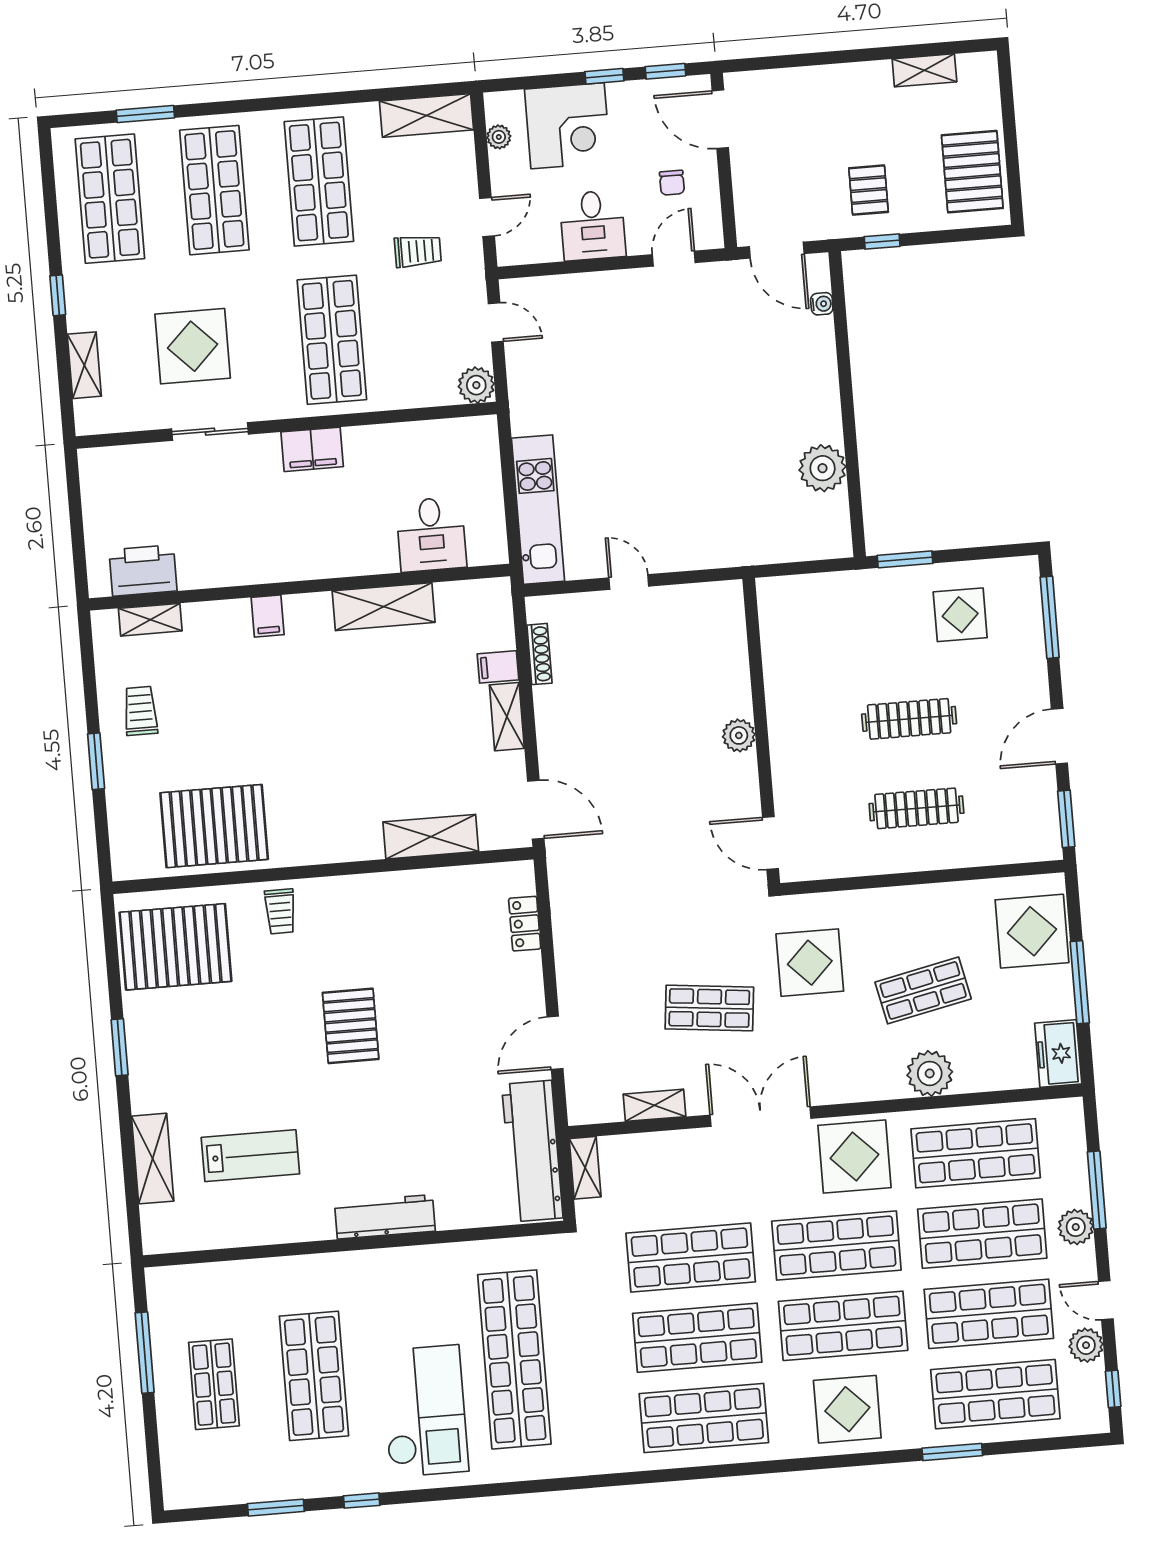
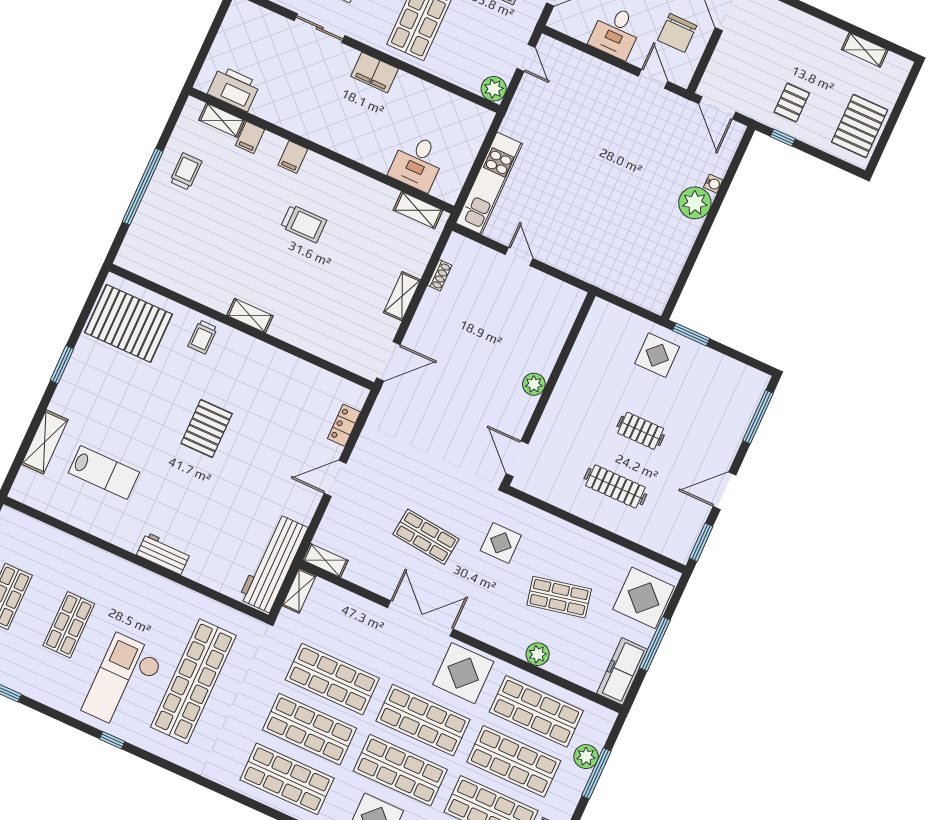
chair: (672, 183) -> (677, 33), width x1.87, depth x1.87
door: (674, 259) -> (653, 79), hinge flipped
water cooler: (822, 304) -> (713, 184), moved
plant: (823, 468) -> (695, 203), moved
shelving: (384, 607) -> (418, 210), moved, width x0.67, depth x0.75
display table: (960, 615) -> (657, 355), moved
shoe rack: (539, 654) -> (440, 275), width x0.70
filing cabinet: (498, 667) -> (250, 137), moved, turned -90
trolley: (329, 694) -> (304, 224), added
clothes rail: (909, 719) -> (641, 431), width x0.73
window: (96, 761) -> (143, 187), width x2.11
door: (536, 810) -> (388, 361), hinge flipped
pallet: (214, 826) -> (191, 264), removed
shelving: (431, 837) -> (250, 316), moved, width x0.67, depth x0.75
display table: (810, 963) -> (501, 543), width x0.73, depth x0.73
door: (555, 1043) -> (335, 478), moved
freezer: (1058, 1054) -> (622, 671), width x1.40
plant: (930, 1073) -> (538, 654), width x0.73, depth x0.73
shelving: (654, 1105) -> (325, 560), moved
workbench: (385, 1217) -> (164, 553), width x0.73
plant: (1076, 1227) -> (586, 757), moved
shop shelf: (314, 1376) -> (69, 625), width x0.70, depth x0.74
checkout: (425, 1411) -> (123, 682), turned 180
window: (362, 1501) -> (112, 740), moved

